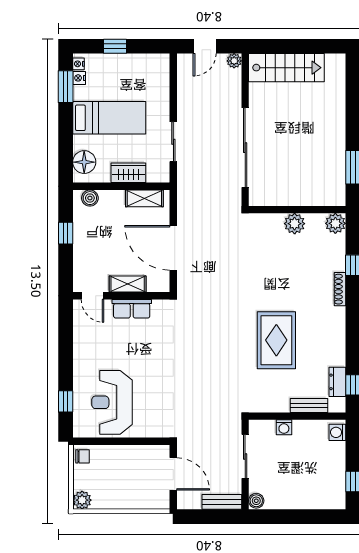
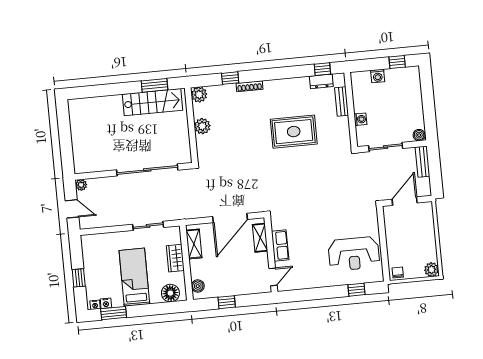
stairs: (286, 68) -> (152, 102), moved, turned 90
shelving: (128, 284) -> (260, 238), moved
washing machine: (337, 432) -> (378, 76), moved

